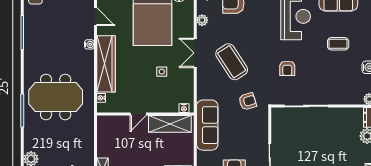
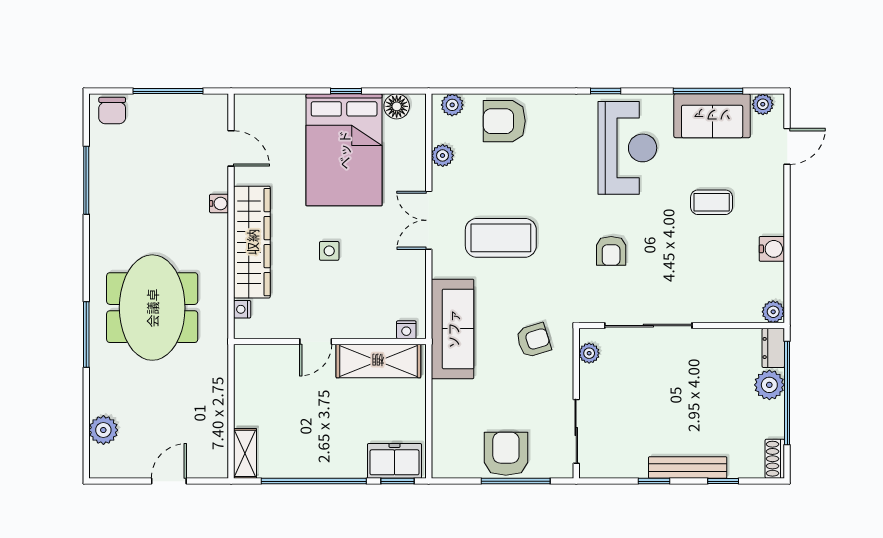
coffee table: (232, 62) -> (501, 238), turned -57
side table: (162, 72) -> (329, 251), moved
meeting table: (56, 97) -> (152, 308), turned 90
armchair: (248, 101) -> (533, 340), moved
plant: (276, 120) -> (589, 353), added
sofa: (207, 125) -> (453, 329), moved

